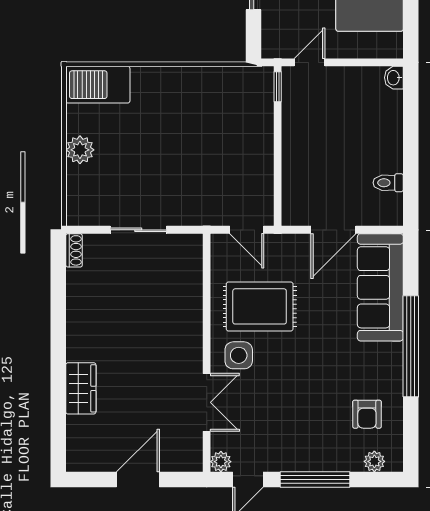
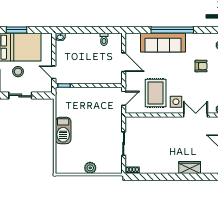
barbecue: (98, 85) -> (63, 130), moved
sofa: (380, 287) -> (163, 43), moved
armchair: (367, 414) -> (201, 66), moved

